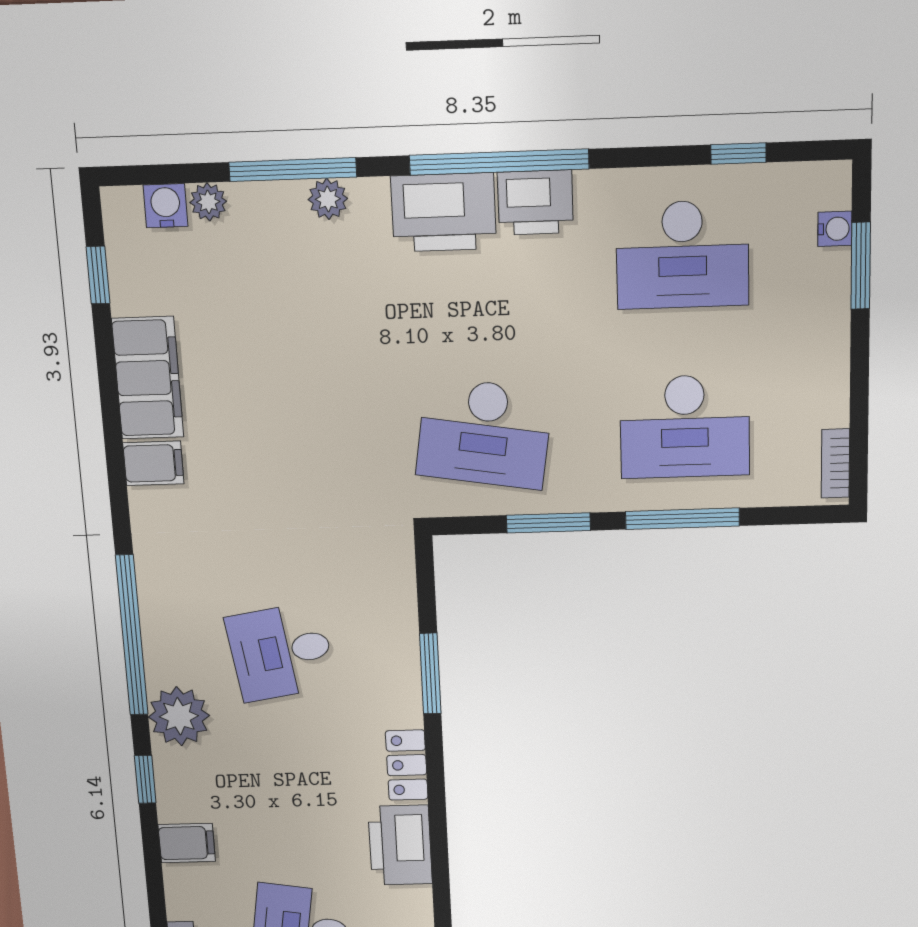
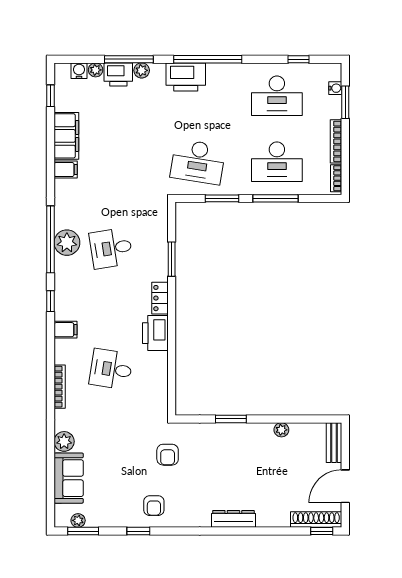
printer: (535, 203) -> (118, 74), moved
bookcase: (836, 369) -> (336, 141), added
plant: (179, 716) -> (67, 243), moved

